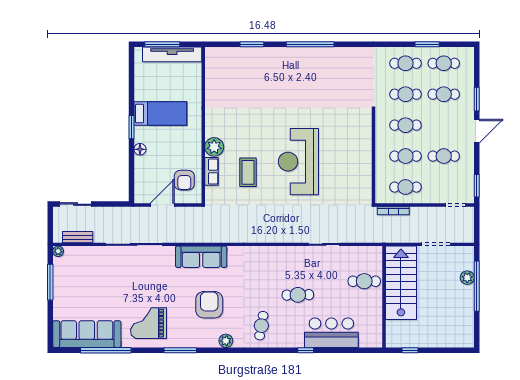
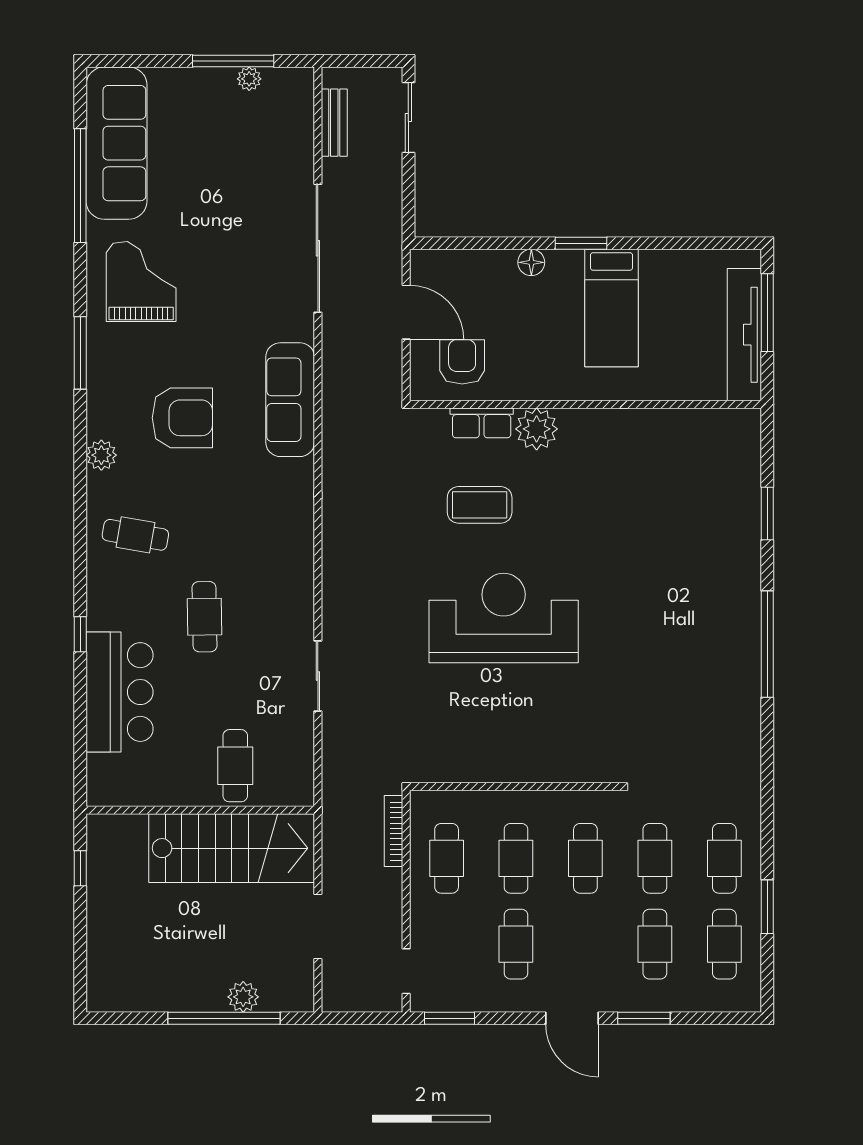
armchair: (184, 180) -> (462, 362), turned 90
plant: (58, 251) -> (249, 79), moved

